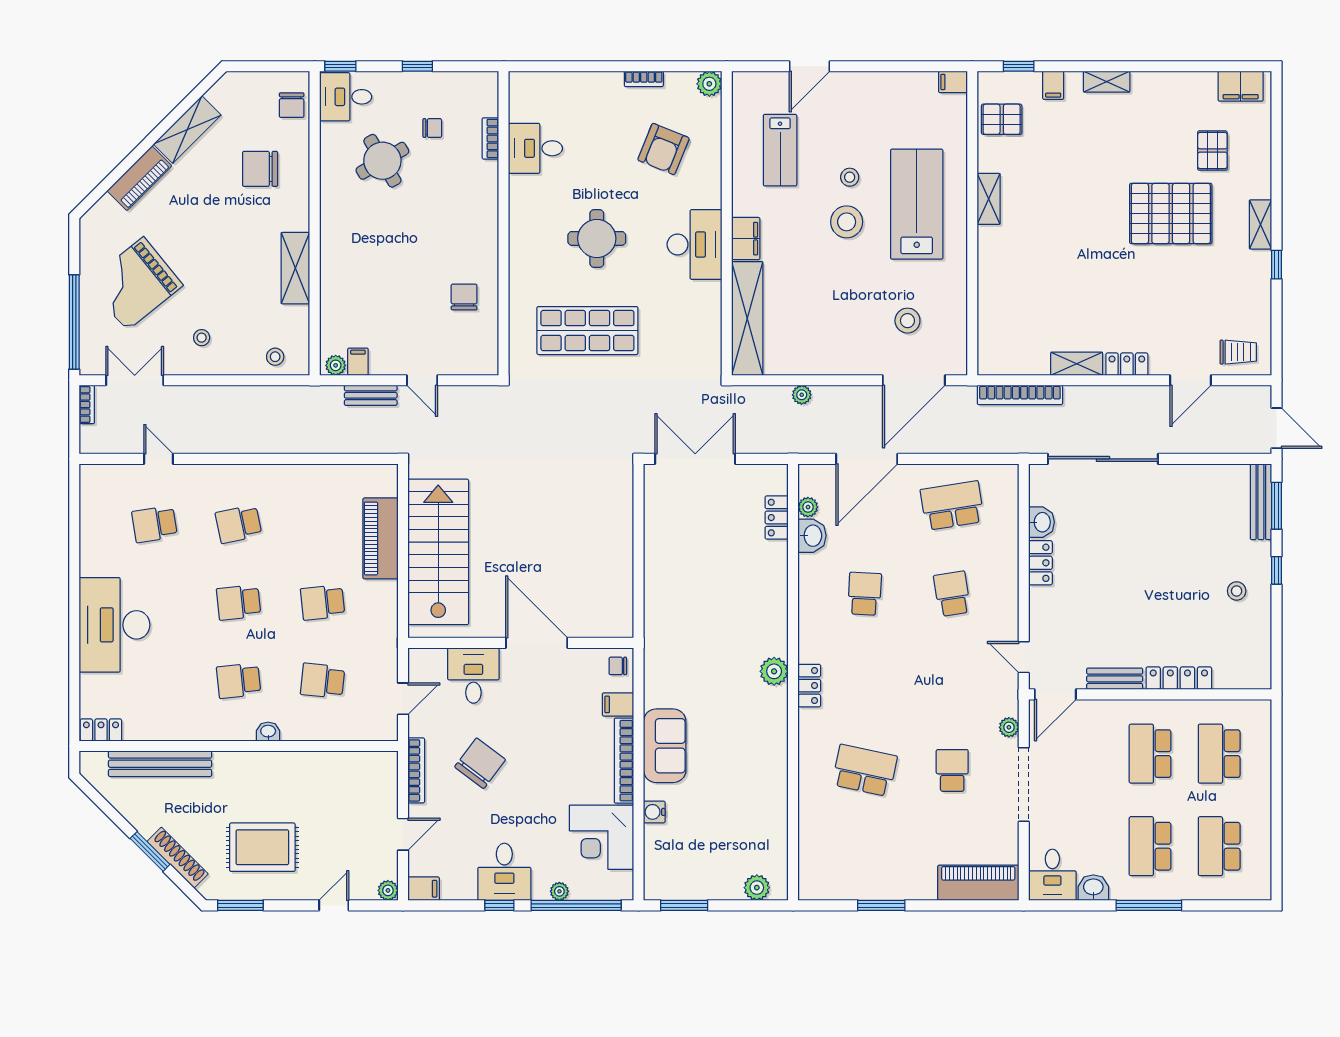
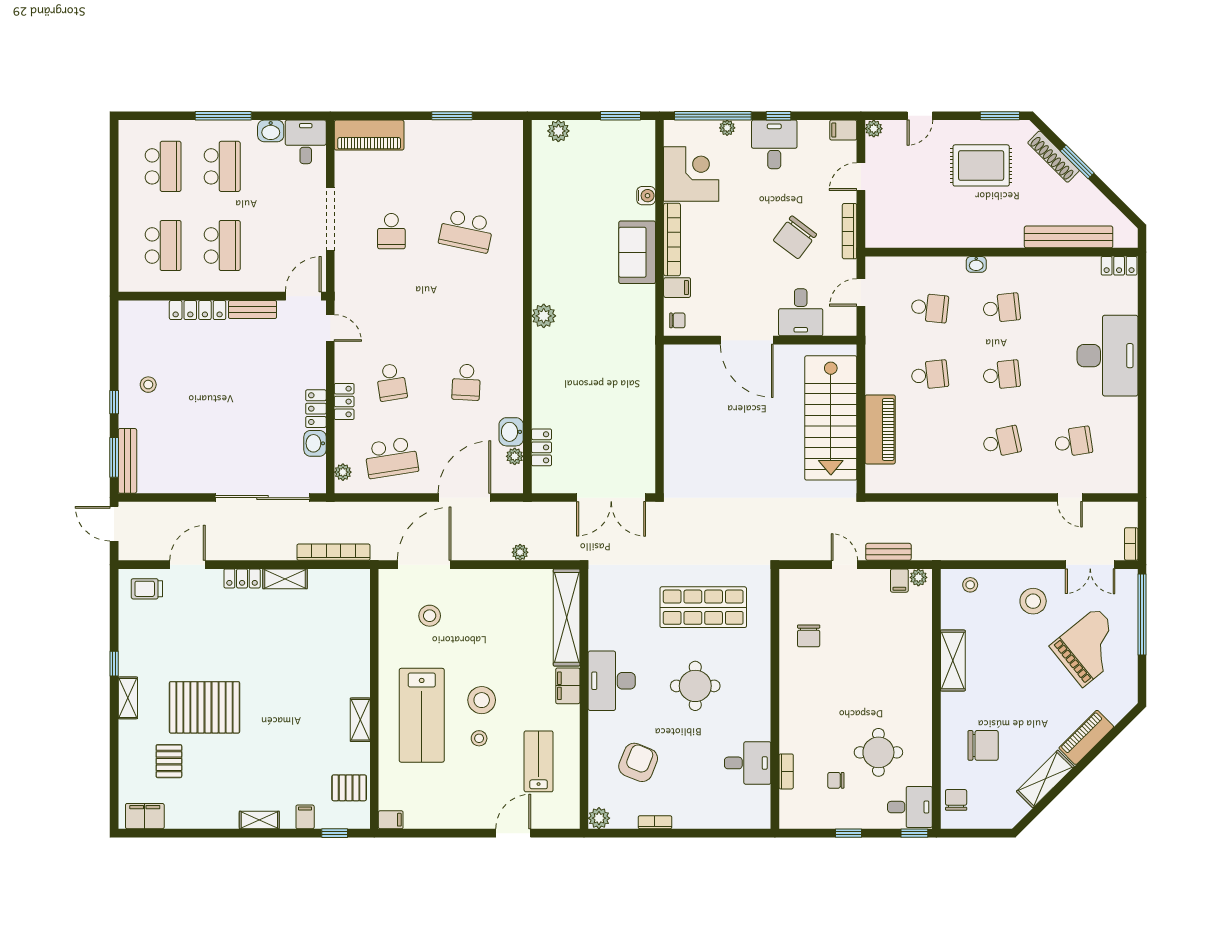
round table: (382, 161) -> (878, 752), turned 30
stool: (202, 338) -> (1033, 601), width x1.89, depth x1.89
locker: (809, 686) -> (344, 402), moved, turned 180
plant: (1009, 727) -> (343, 472), moved

